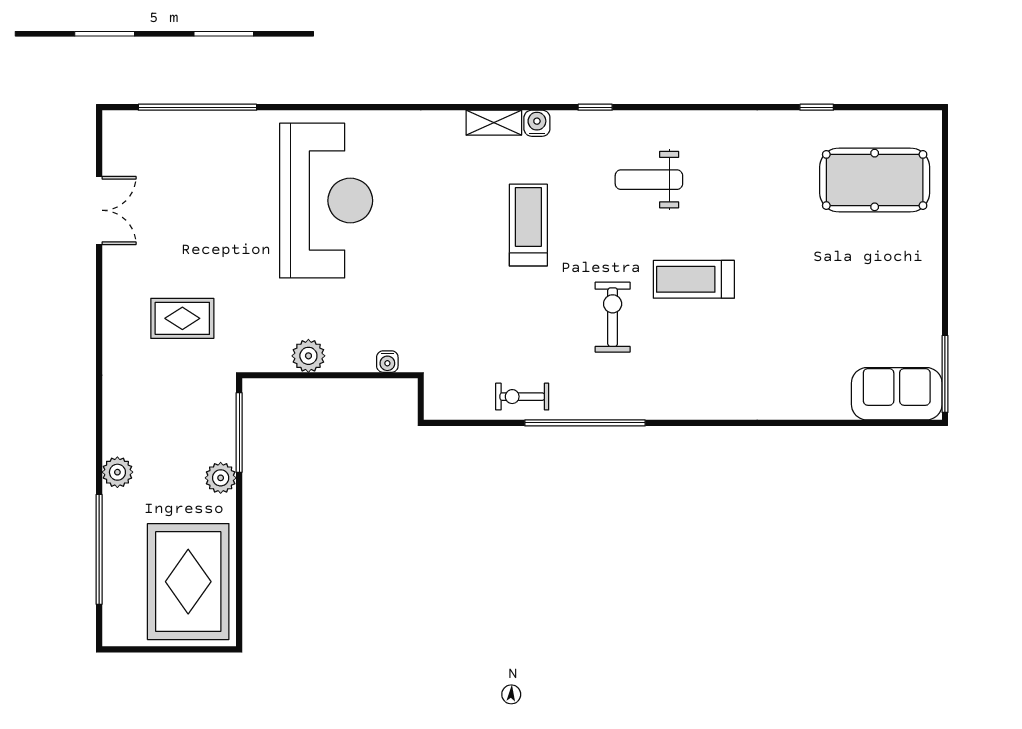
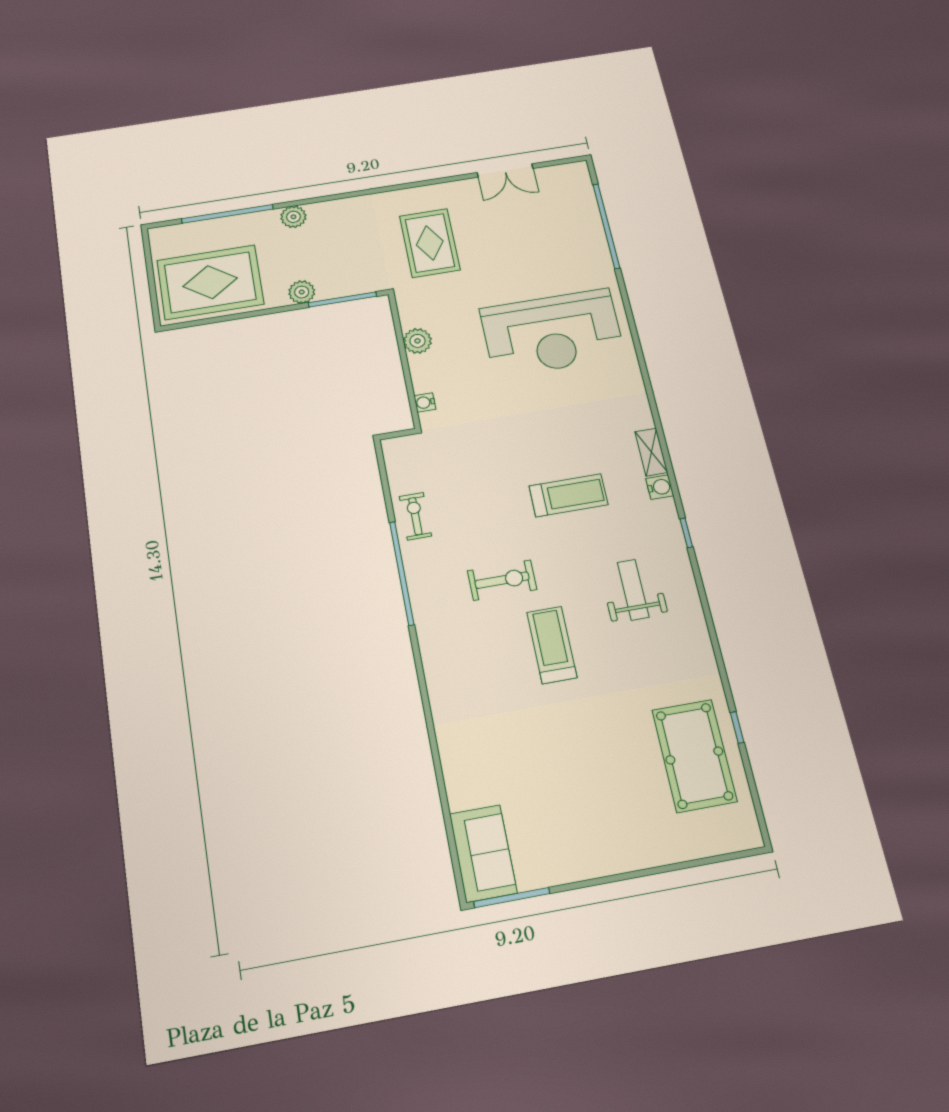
pool table: (875, 180) -> (694, 756), moved
rug: (182, 318) -> (430, 243), width x1.36, depth x1.43

